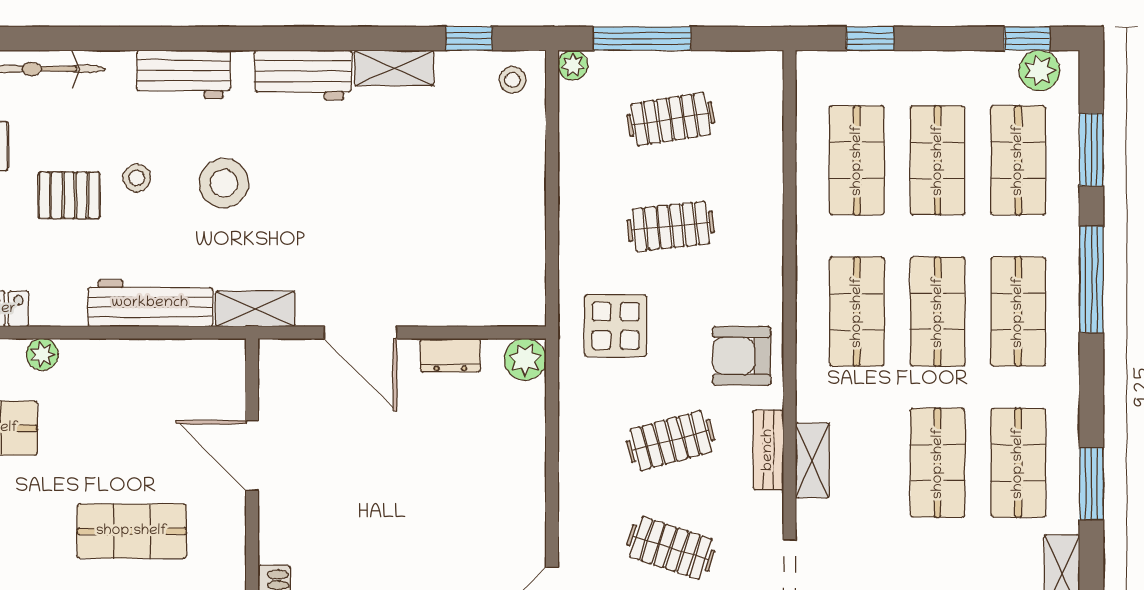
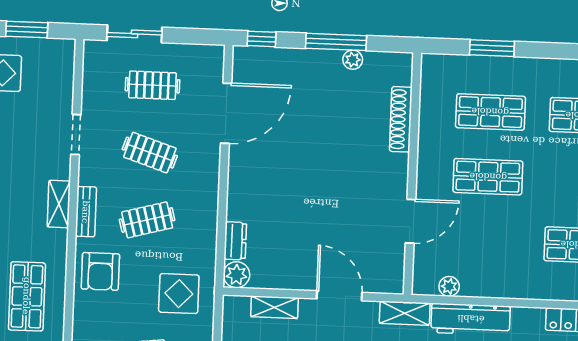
shelving: (463, 310) -> (275, 307), added
plant: (42, 354) -> (449, 286), moved
dresser: (450, 355) -> (235, 241), moved, turned 90
armchair: (742, 356) -> (100, 271), turned 90
door: (252, 456) -> (410, 221), hinge flipped

